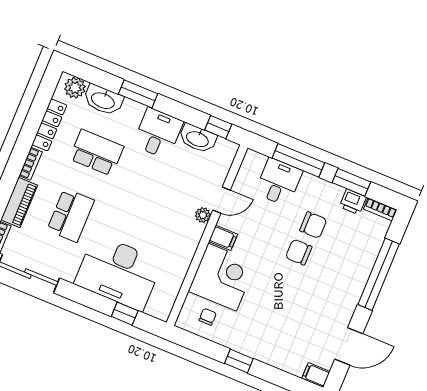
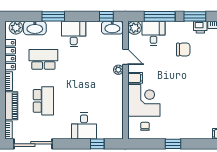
washbasin: (198, 139) -> (112, 28), moved
plant: (253, 162) -> (135, 28), added
door: (222, 200) -> (125, 57), hinge flipped
chair: (299, 252) -> (181, 68), removed
desk: (118, 272) -> (84, 126), width x0.53, depth x0.77

